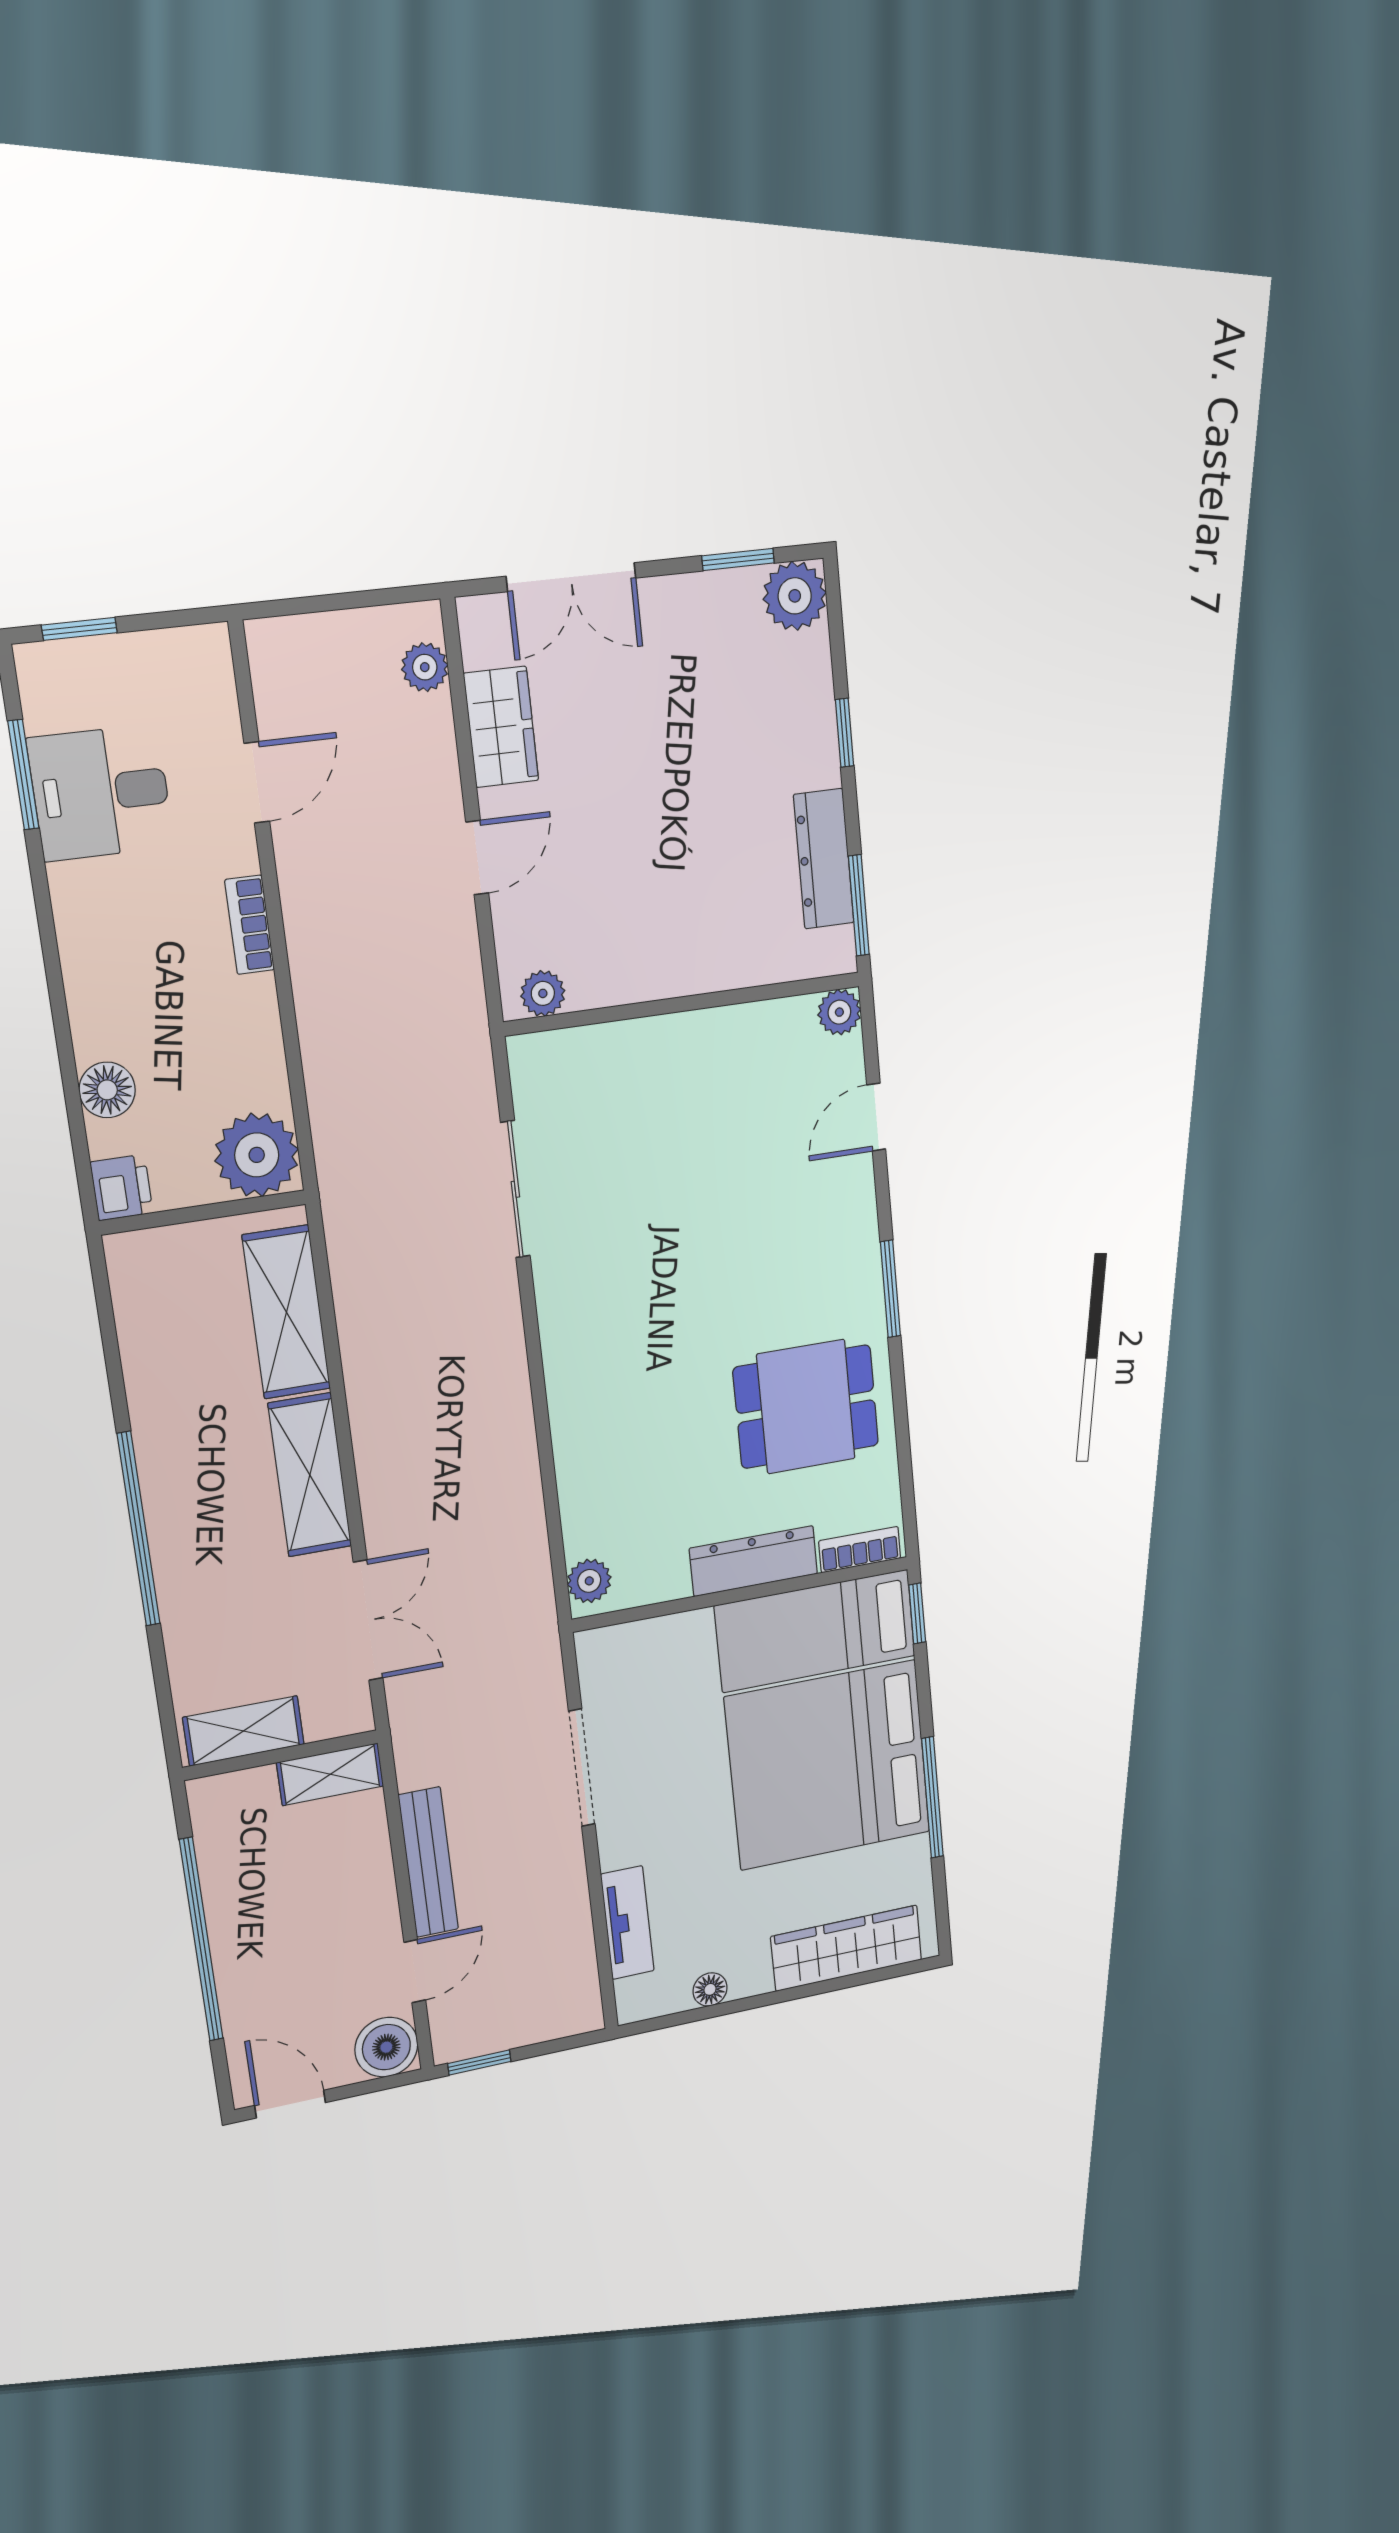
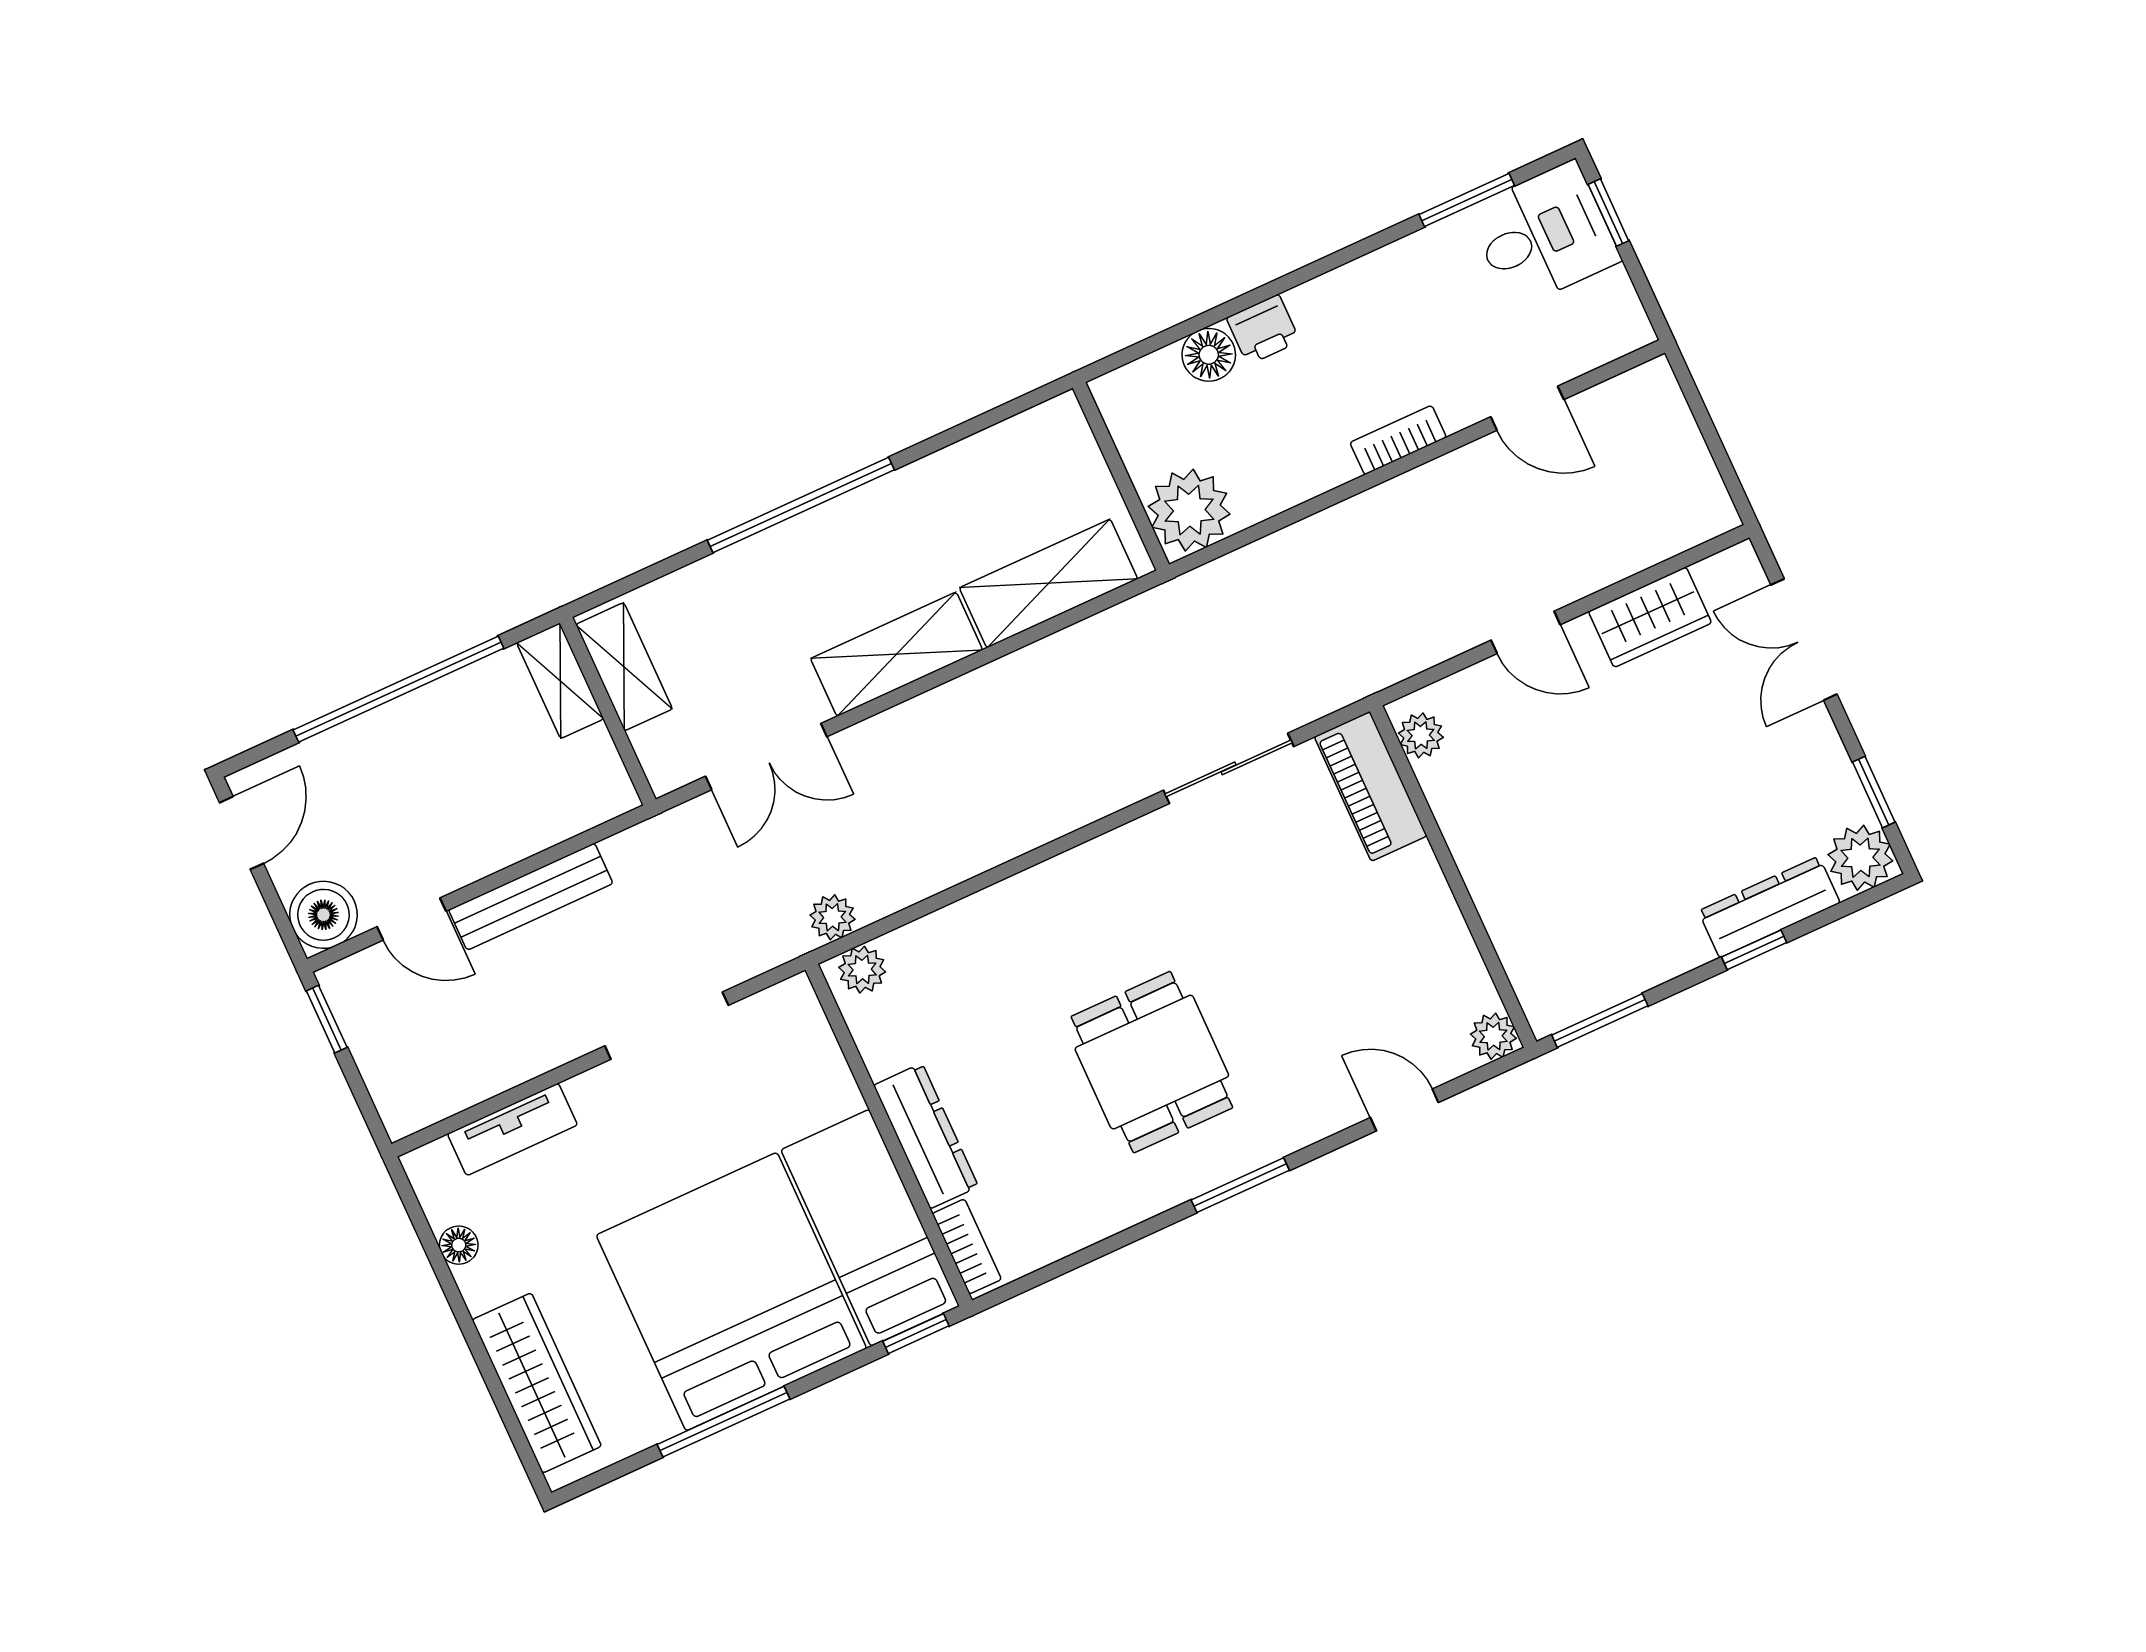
plant: (425, 667) -> (832, 917), moved
desk: (101, 793) -> (1544, 235), moved, turned 90
dresser: (824, 859) -> (1769, 907), moved
piano: (575, 1057) -> (1371, 786), added
printer: (122, 1188) -> (1263, 330), moved
dining table: (806, 1407) -> (1152, 1062), moved
shelving: (330, 1774) -> (560, 681), moved

